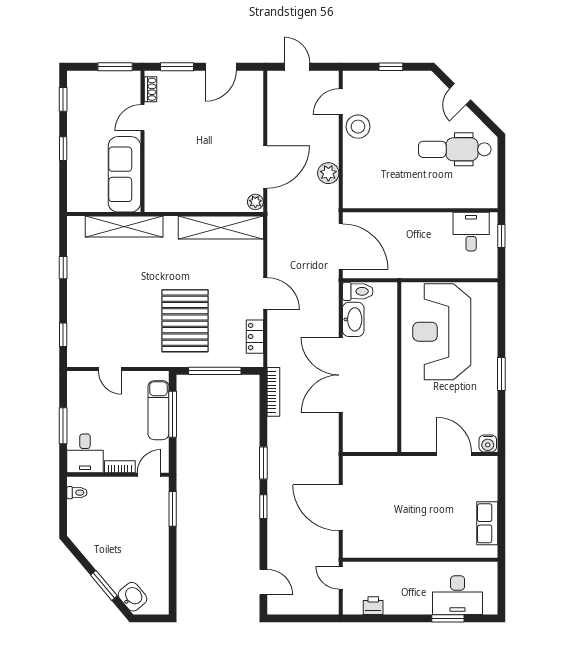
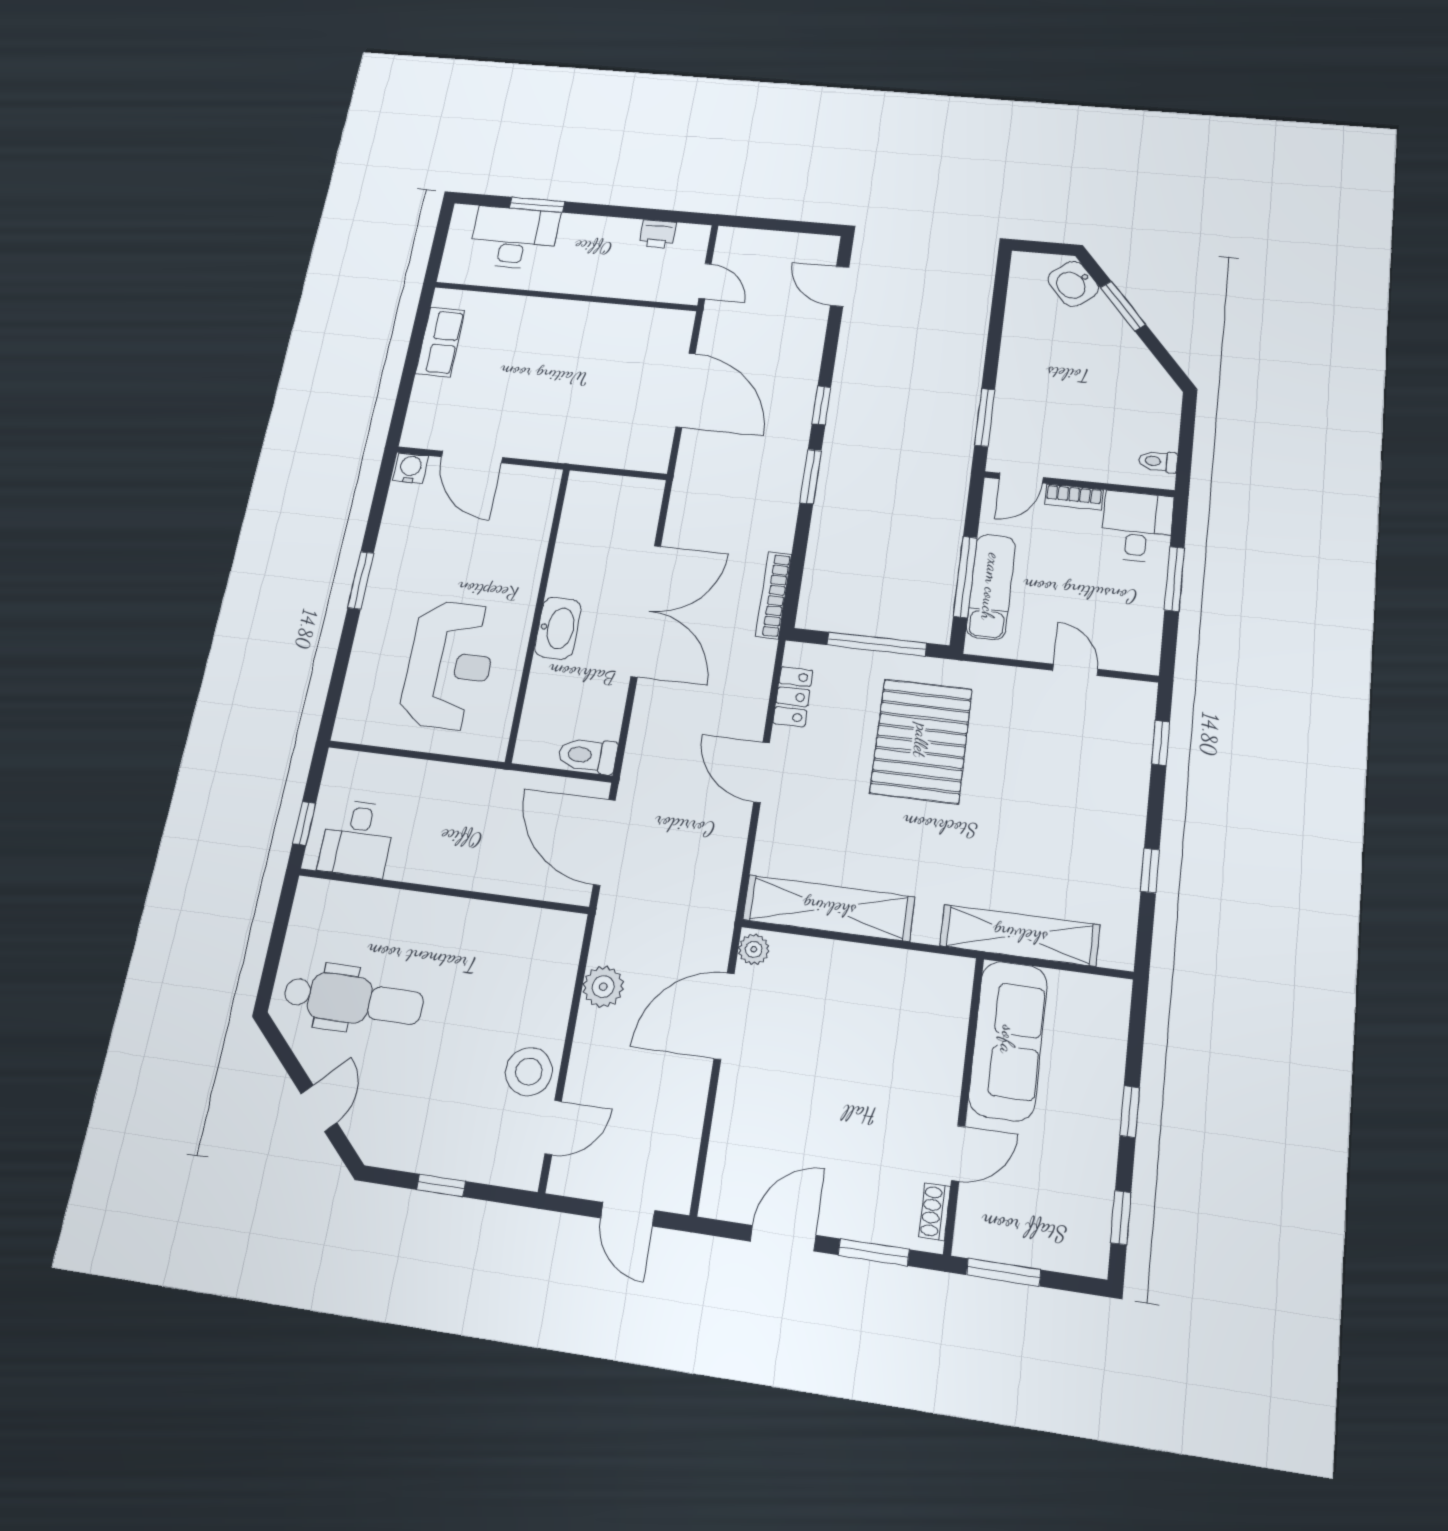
washbasin: (353, 319) -> (558, 628), moved, turned 180
reception desk: (442, 332) -> (449, 665), width x0.74, depth x0.77

